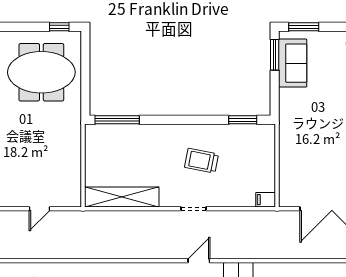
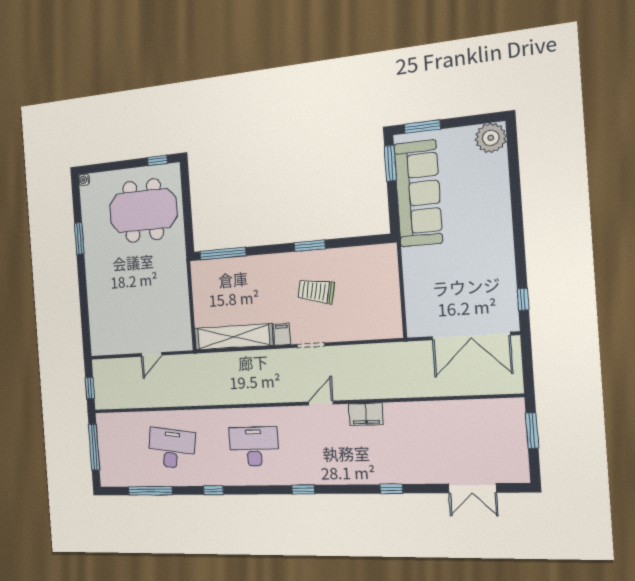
sofa: (293, 63) -> (418, 194), width x1.85, depth x1.27
window: (243, 120) -> (310, 246), moved
filing cabinet: (266, 200) -> (282, 334), moved, turned 90

